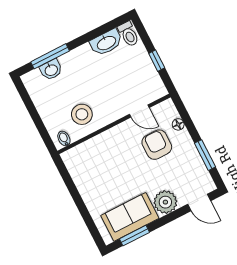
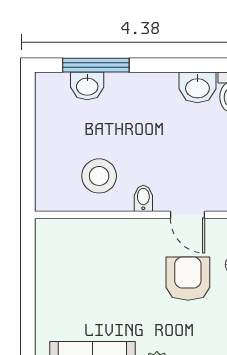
washbasin: (106, 43) -> (197, 87), width x0.72
bidet: (64, 139) -> (143, 198), moved

